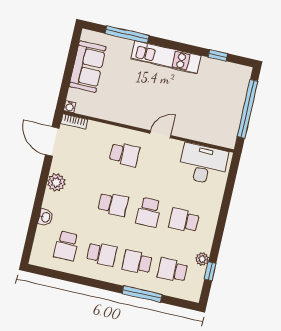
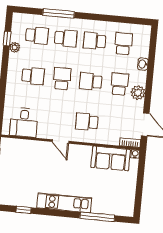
sofa: (88, 67) -> (111, 158), moved, turned -90
door: (160, 134) -> (61, 141), hinge flipped
desk: (203, 164) -> (24, 122), width x0.73
school desk: (78, 196) -> (120, 84), added

